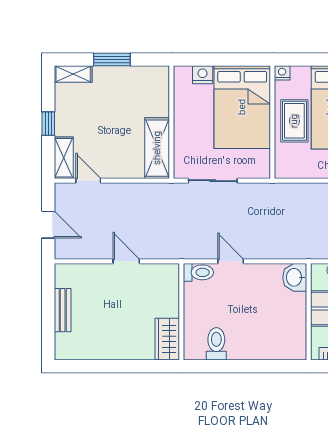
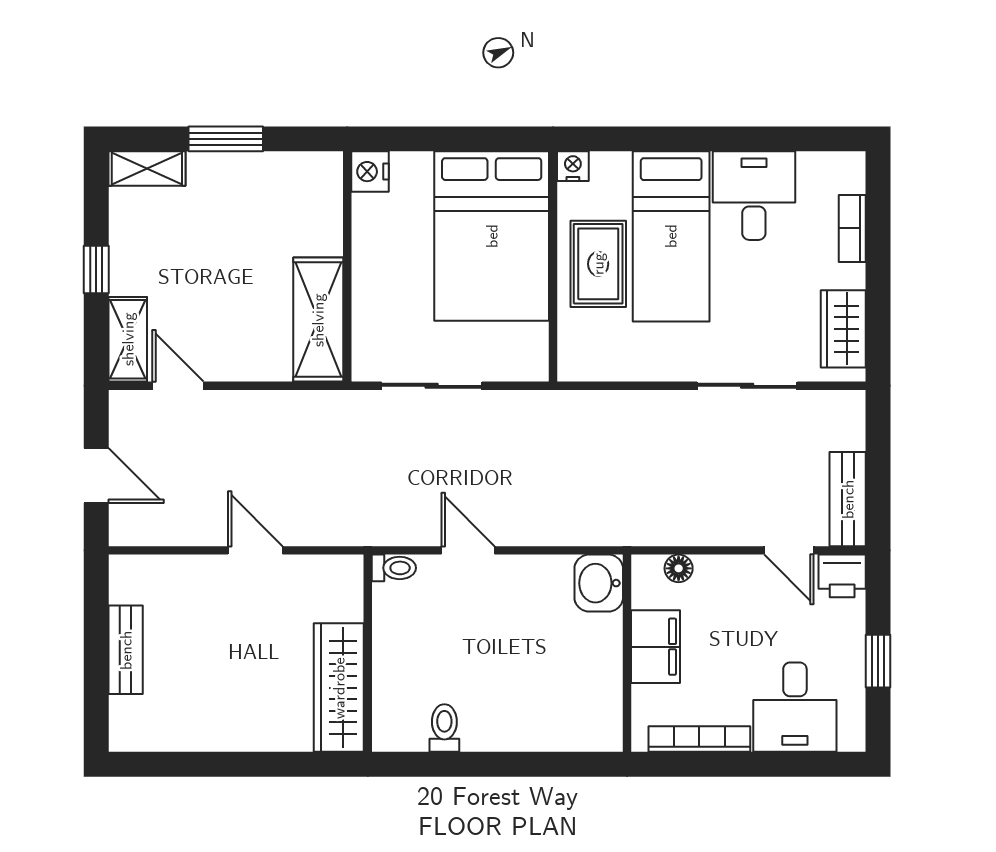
nightstand: (203, 75) -> (370, 172), moved, turned -90
toilet: (198, 272) -> (394, 568), width x0.73, depth x0.72
wardrobe: (167, 339) -> (339, 688), width x1.50
toilet: (216, 344) -> (444, 728), width x0.73, depth x0.72

